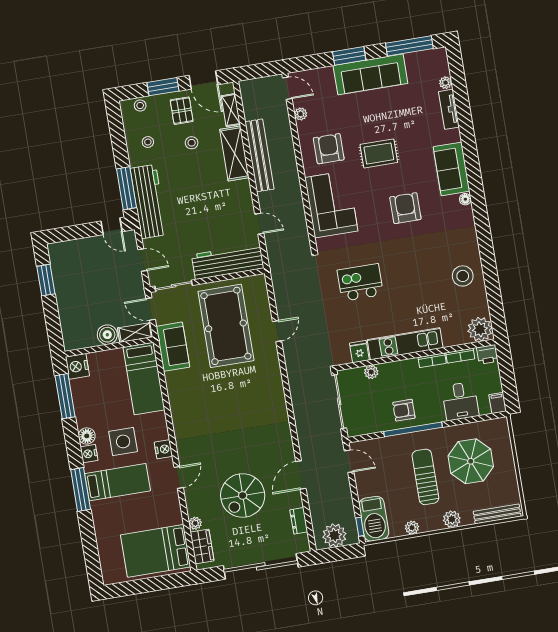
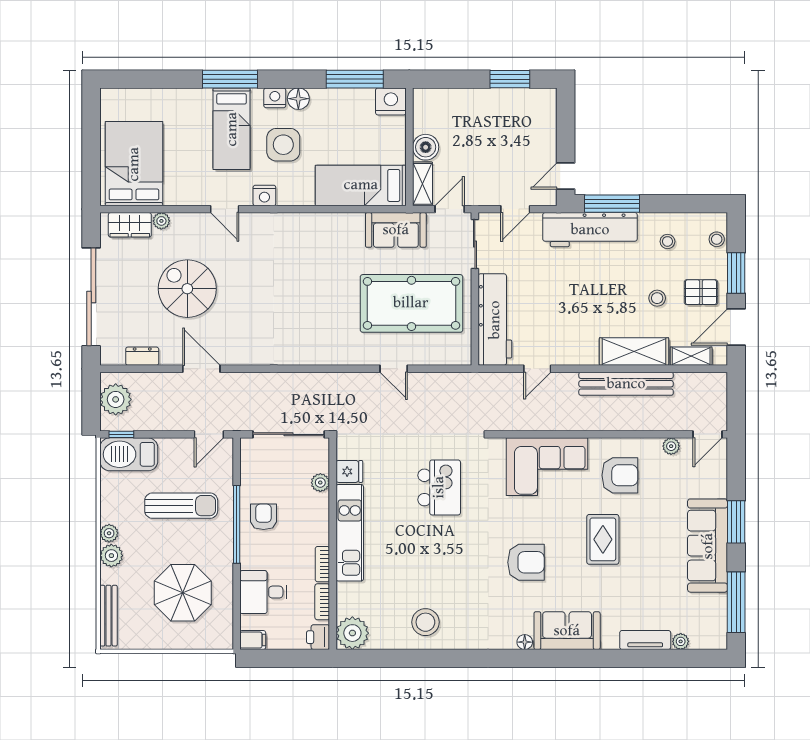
sun lounger: (425, 477) -> (181, 506), moved
plant: (412, 528) -> (109, 533), moved

